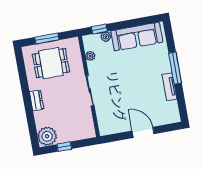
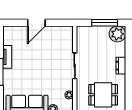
door: (143, 132) -> (36, 23), hinge flipped
window: (64, 147) -> (105, 23), width x2.17

